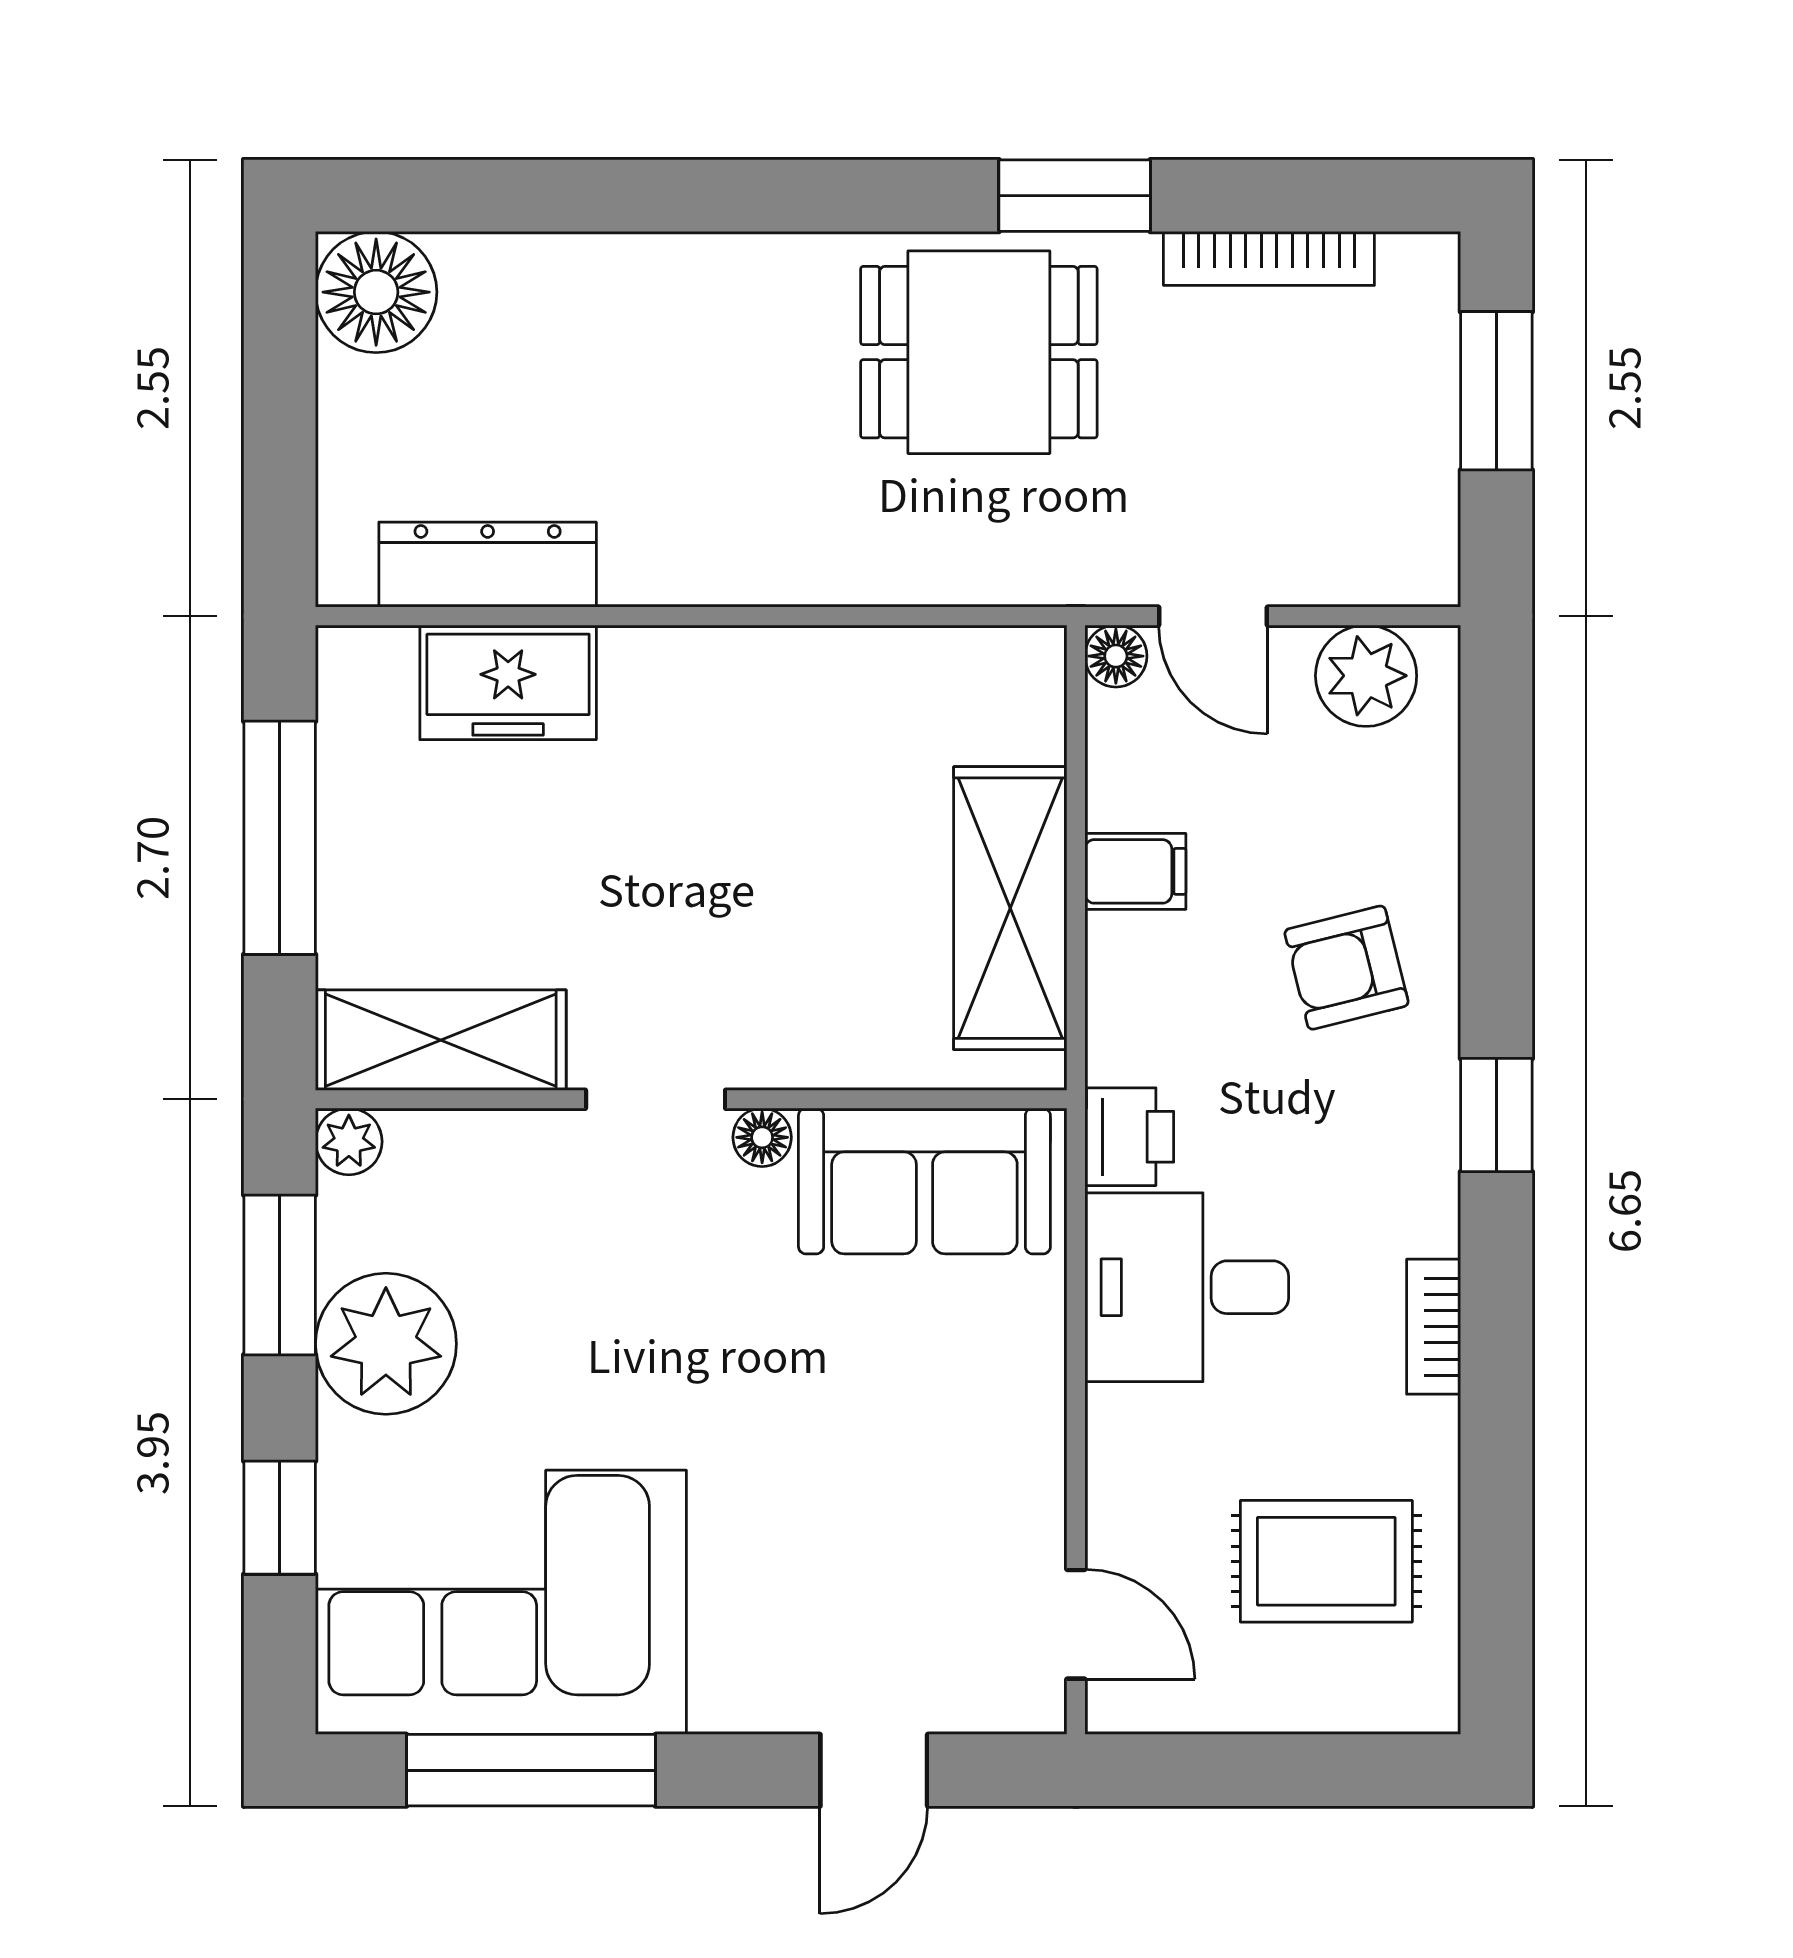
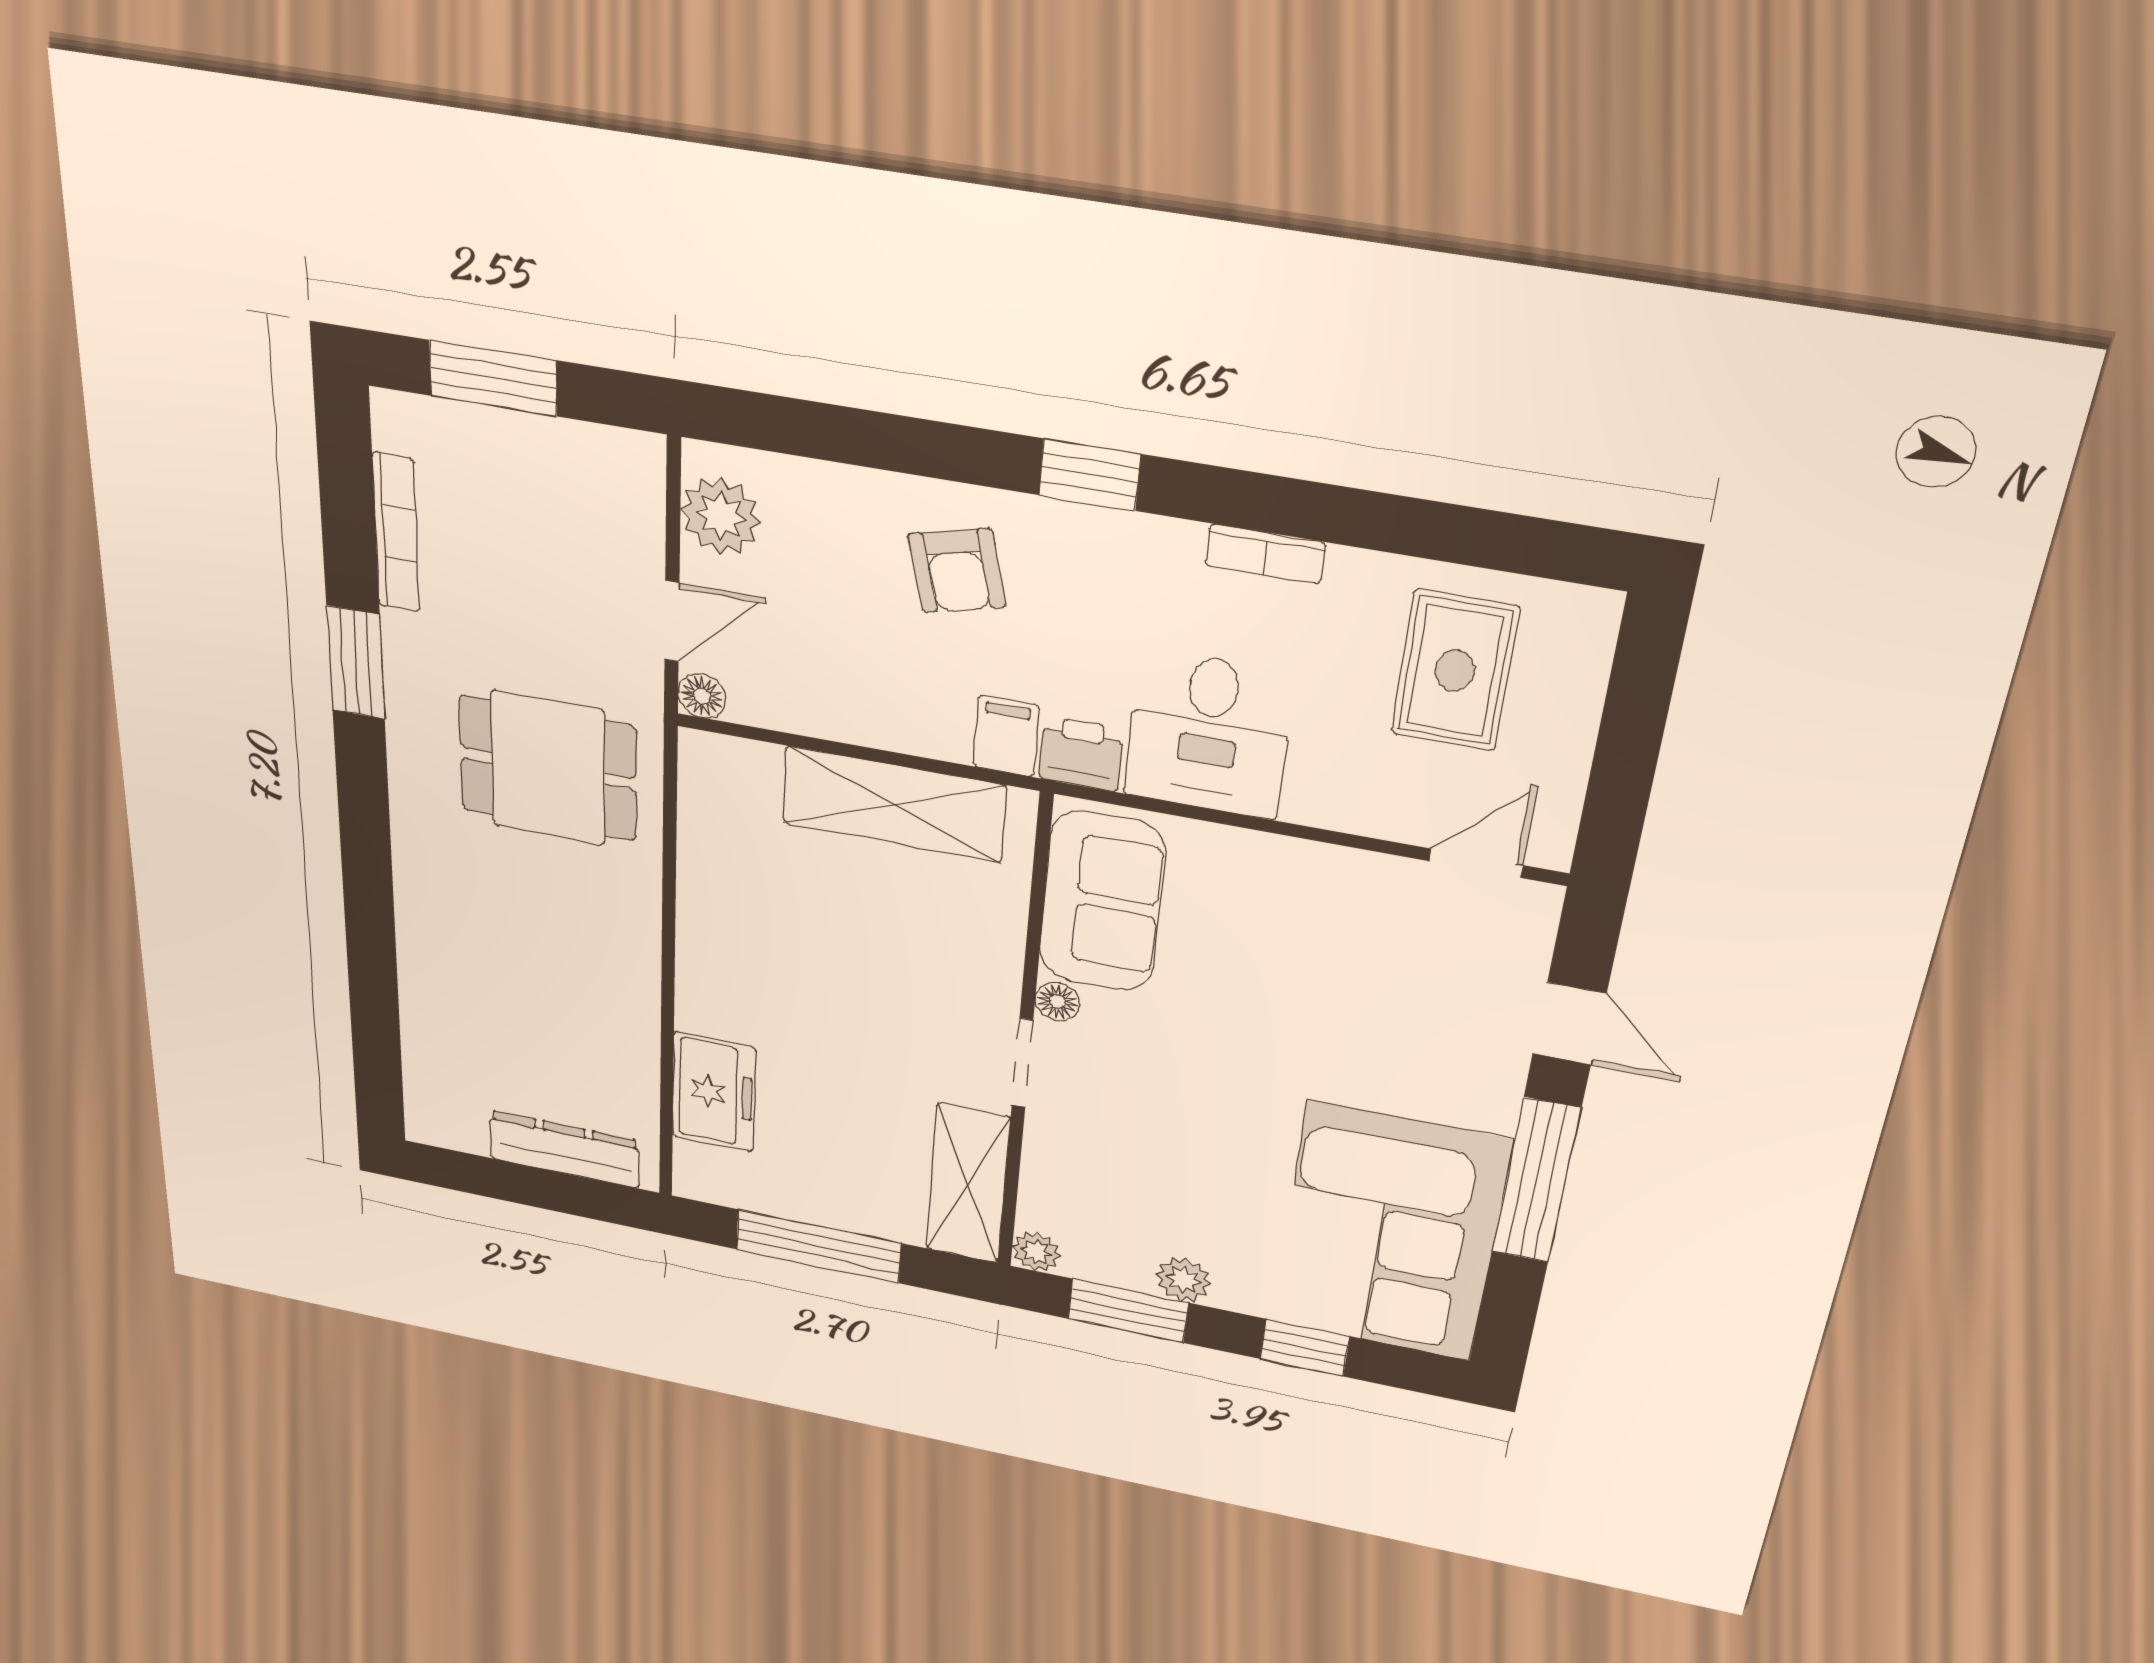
floor lamp: (376, 292) -> (444, 1114), removed
dining table: (979, 352) -> (548, 768), moved, turned 90
dresser: (488, 565) -> (564, 1149), moved, turned 90
filing cabinet: (1135, 871) -> (1006, 736), moved
plant: (386, 1344) -> (1183, 1280), width x0.53, depth x0.53
window: (531, 1770) -> (1536, 1181), moved

